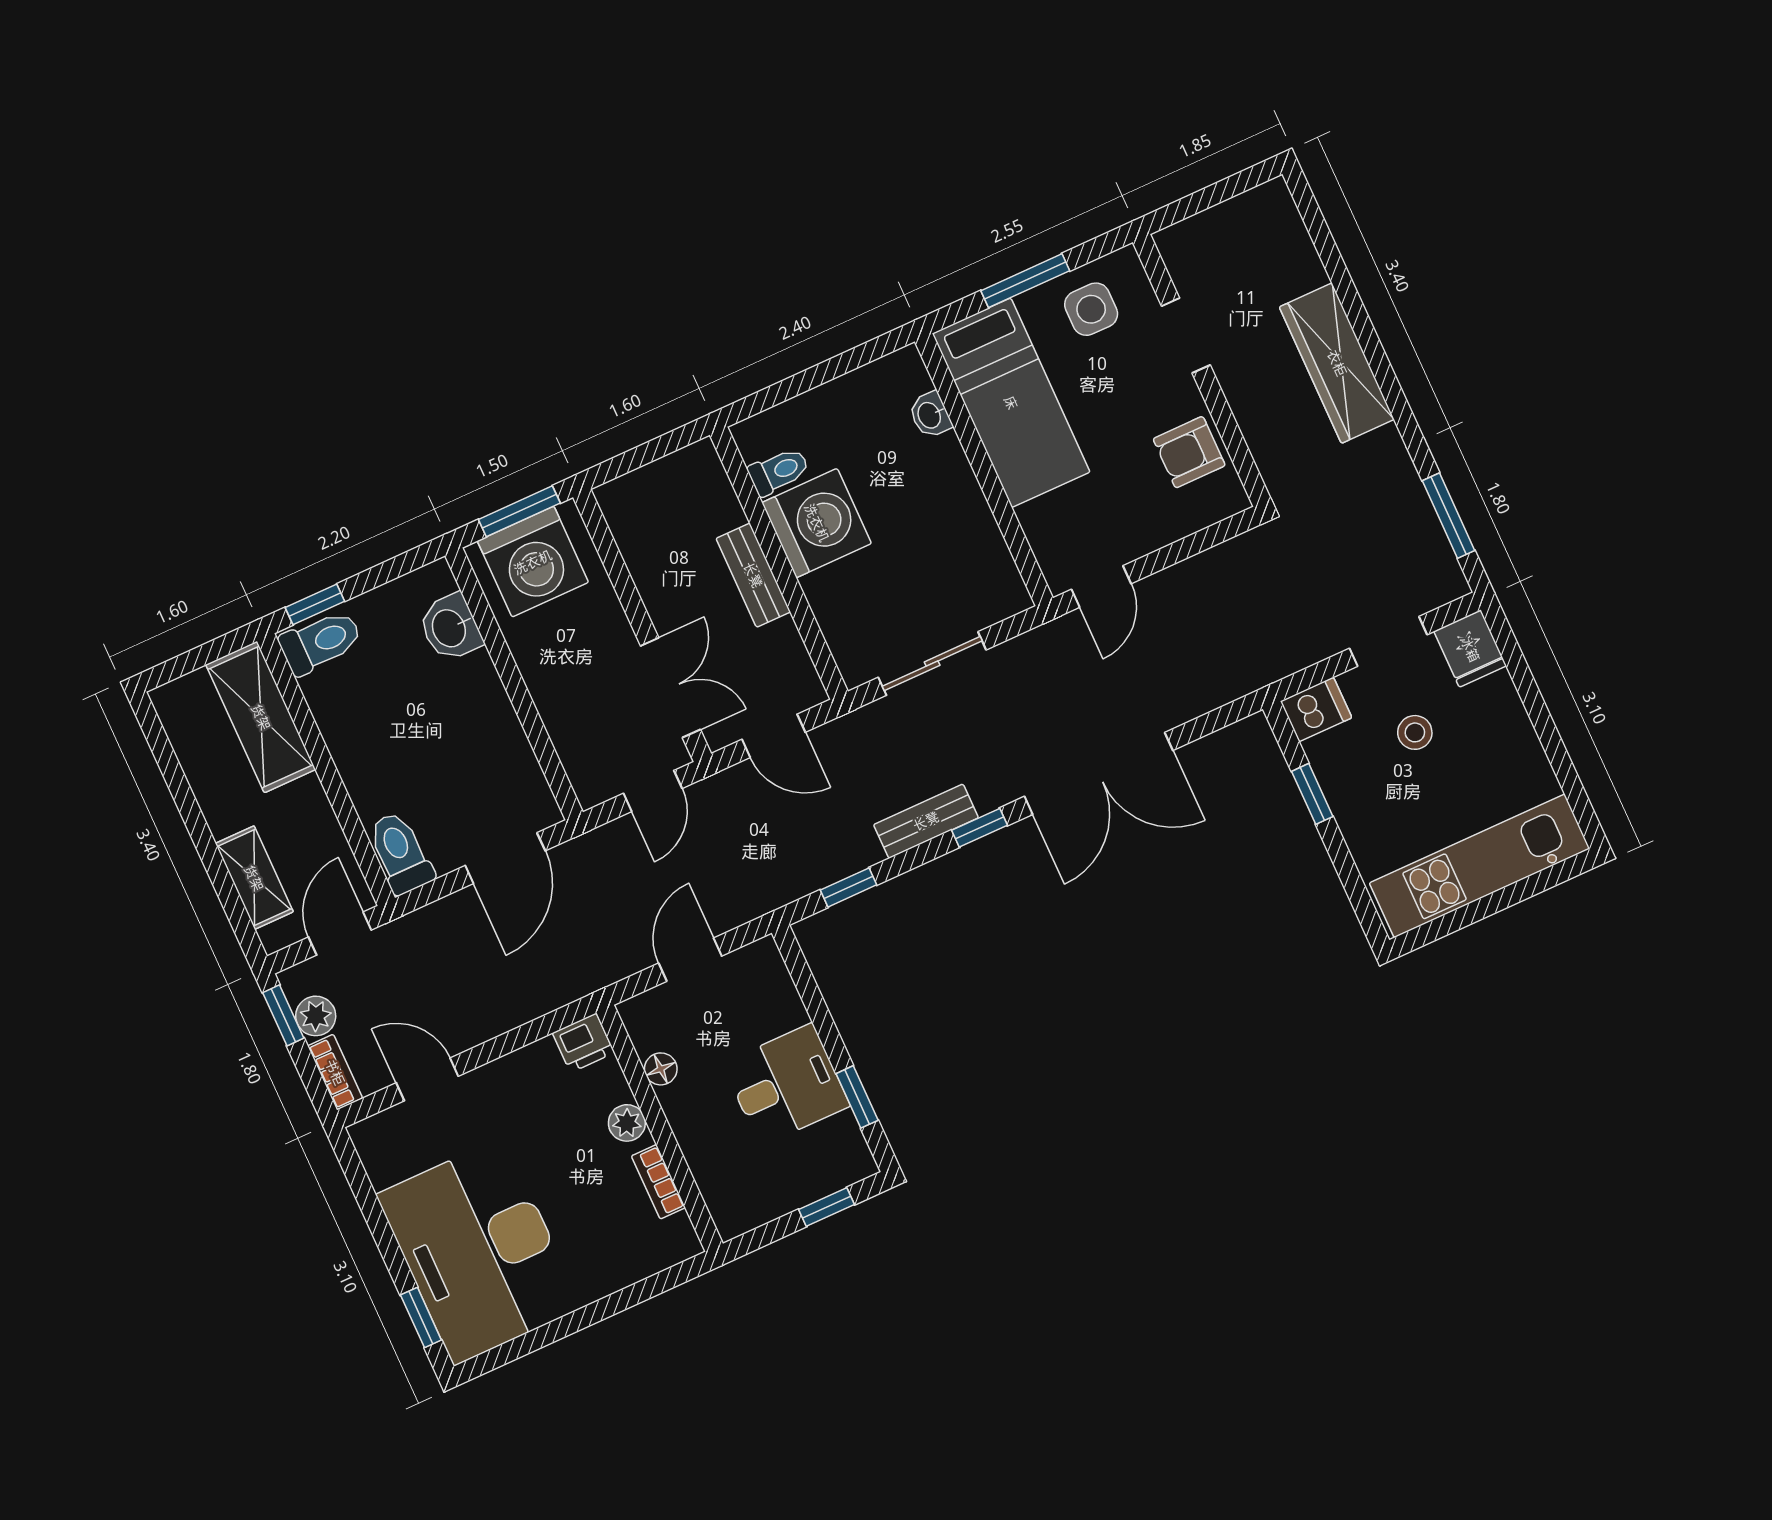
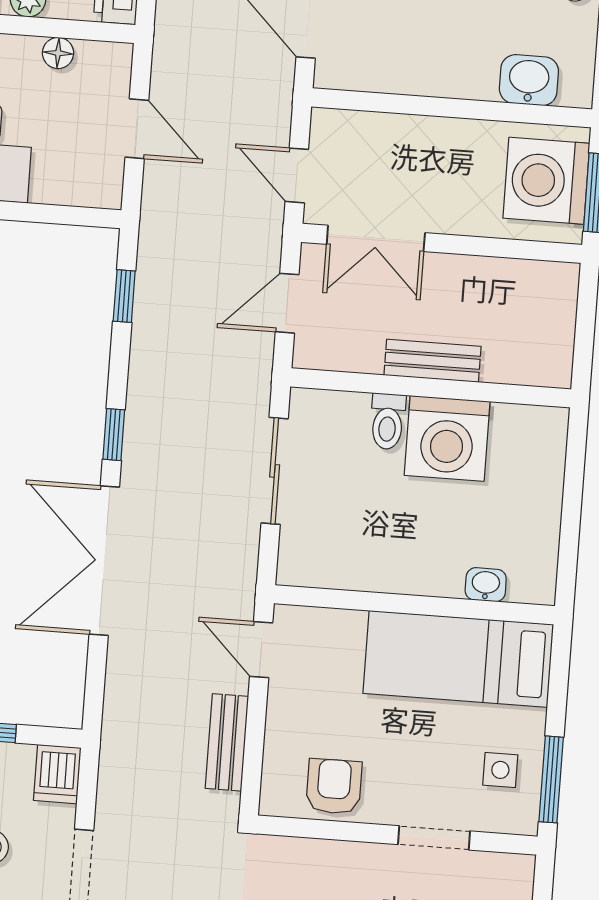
window: (1025, 281) -> (551, 779), moved
side table: (1091, 309) -> (500, 770), width x0.73, depth x0.73
toilet: (779, 471) -> (388, 421), moved
bench: (926, 821) -> (227, 742), moved

